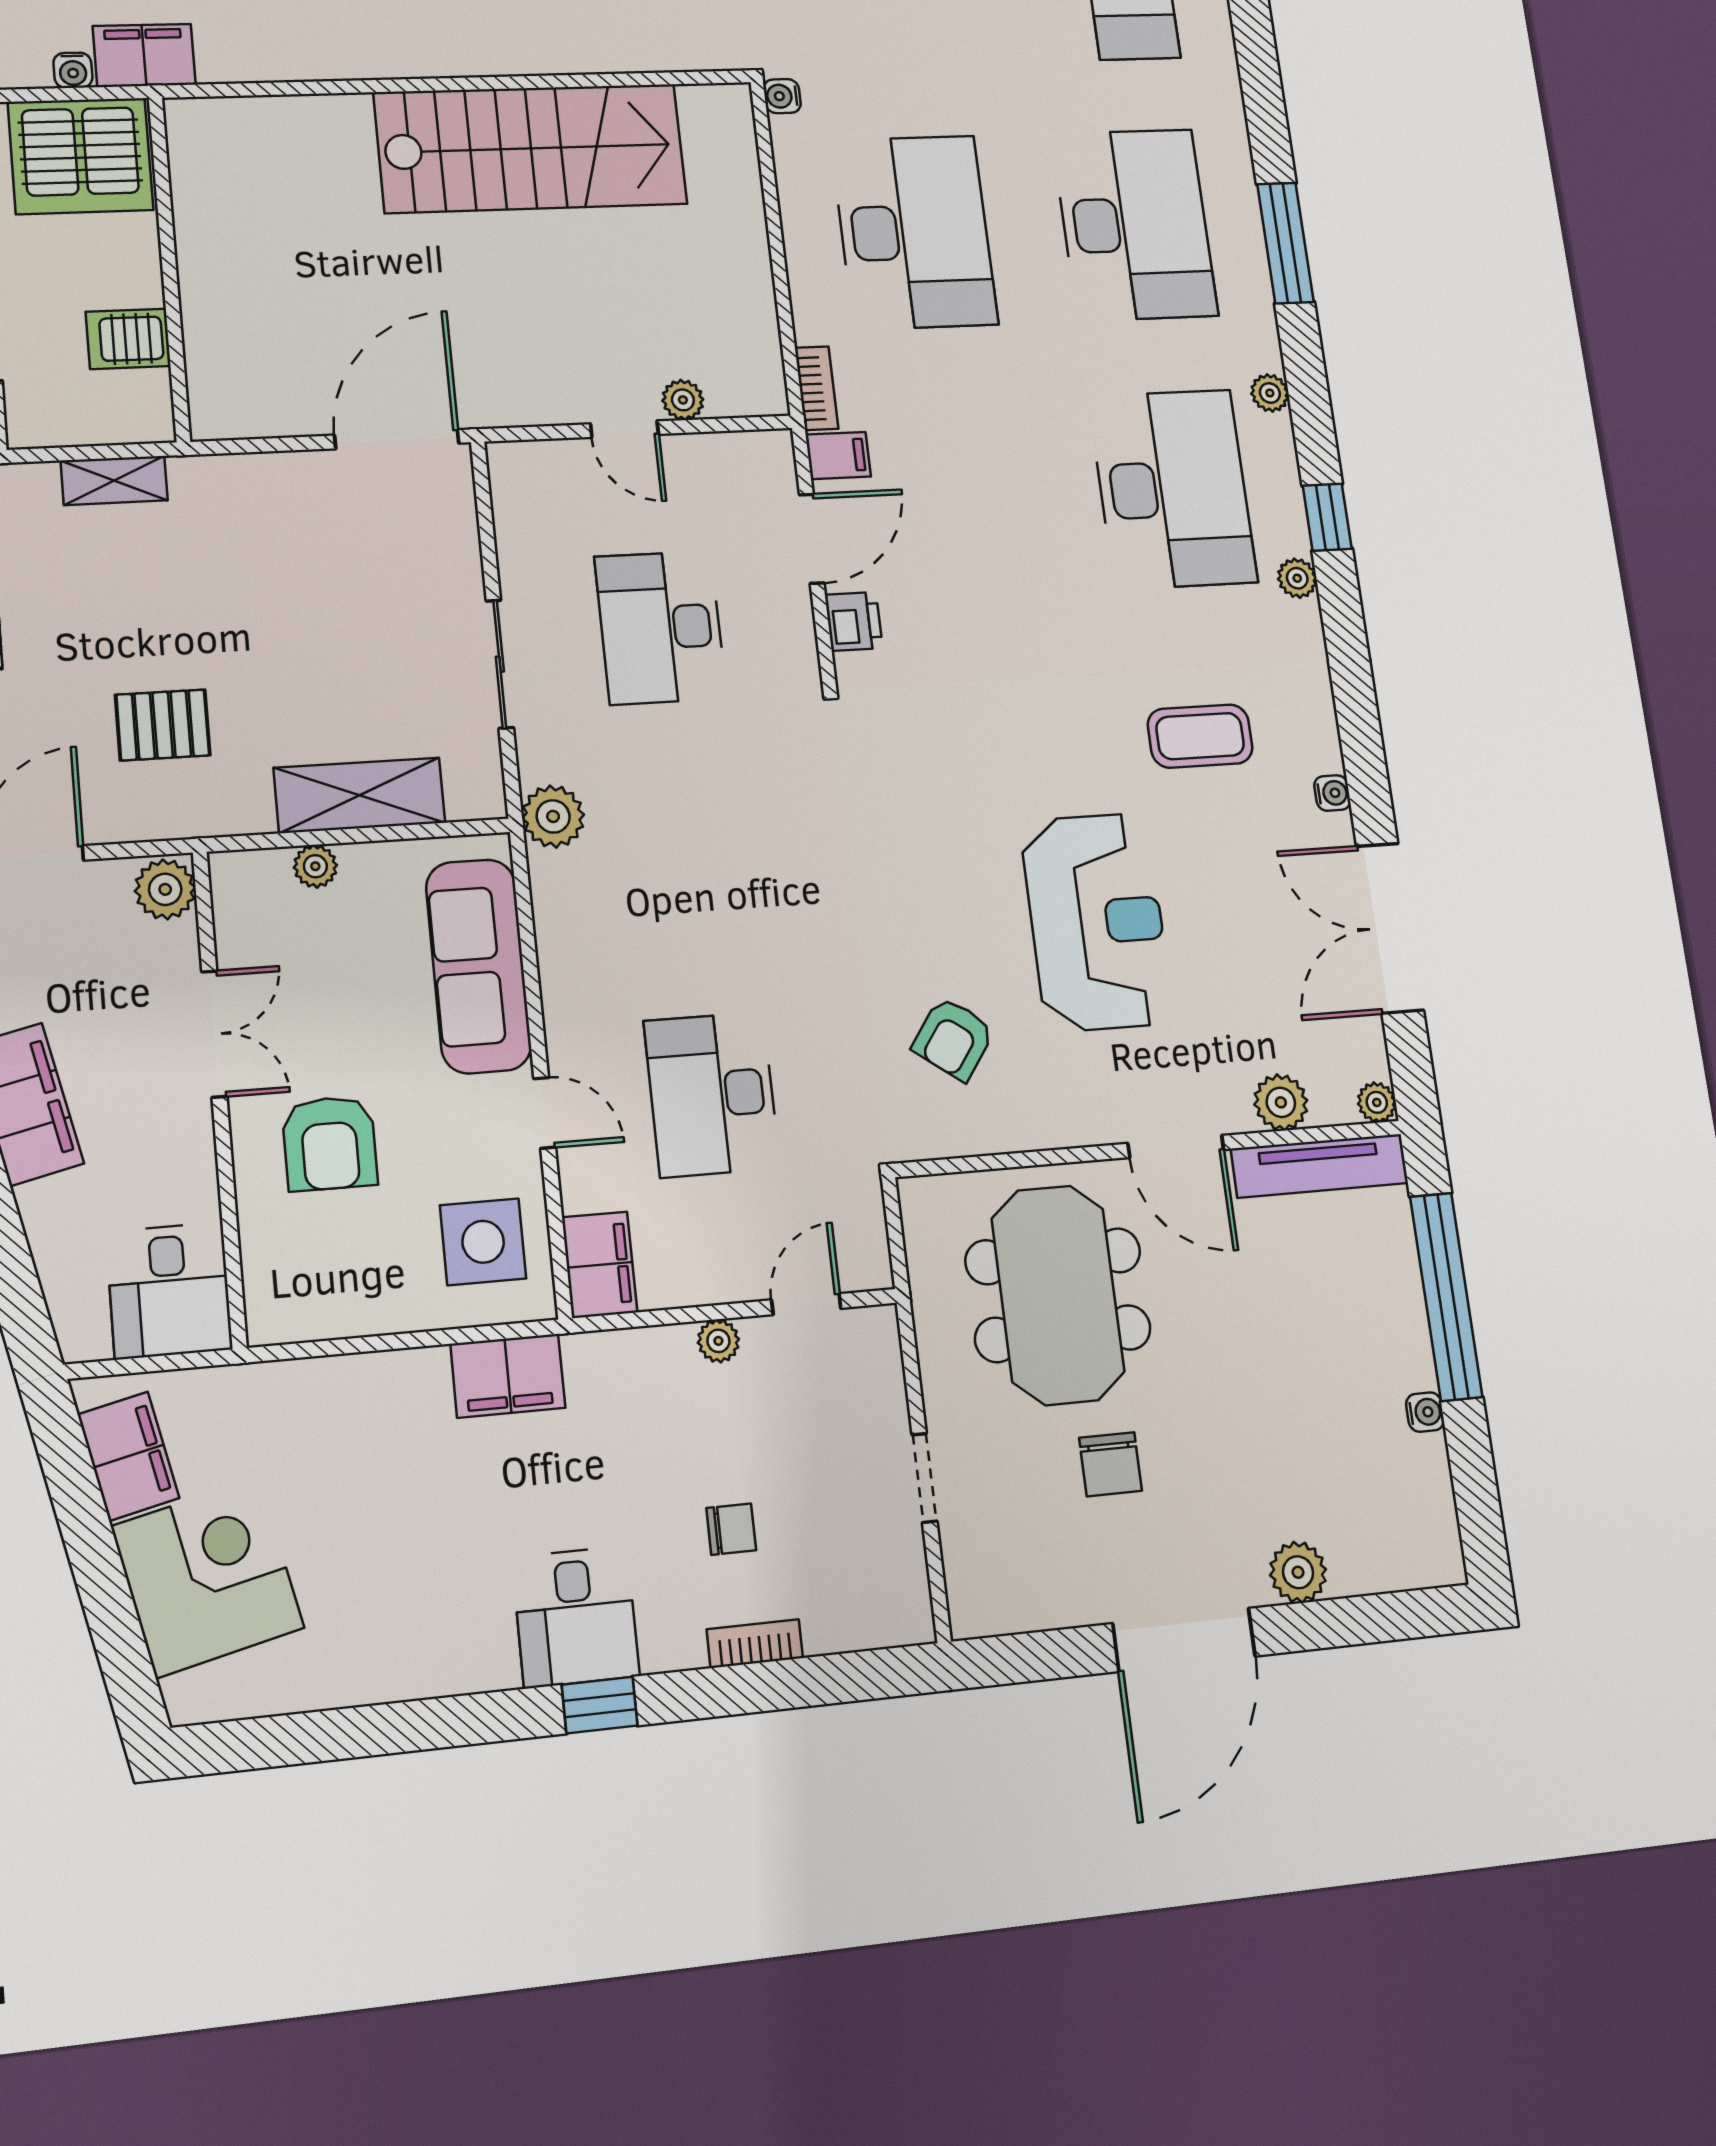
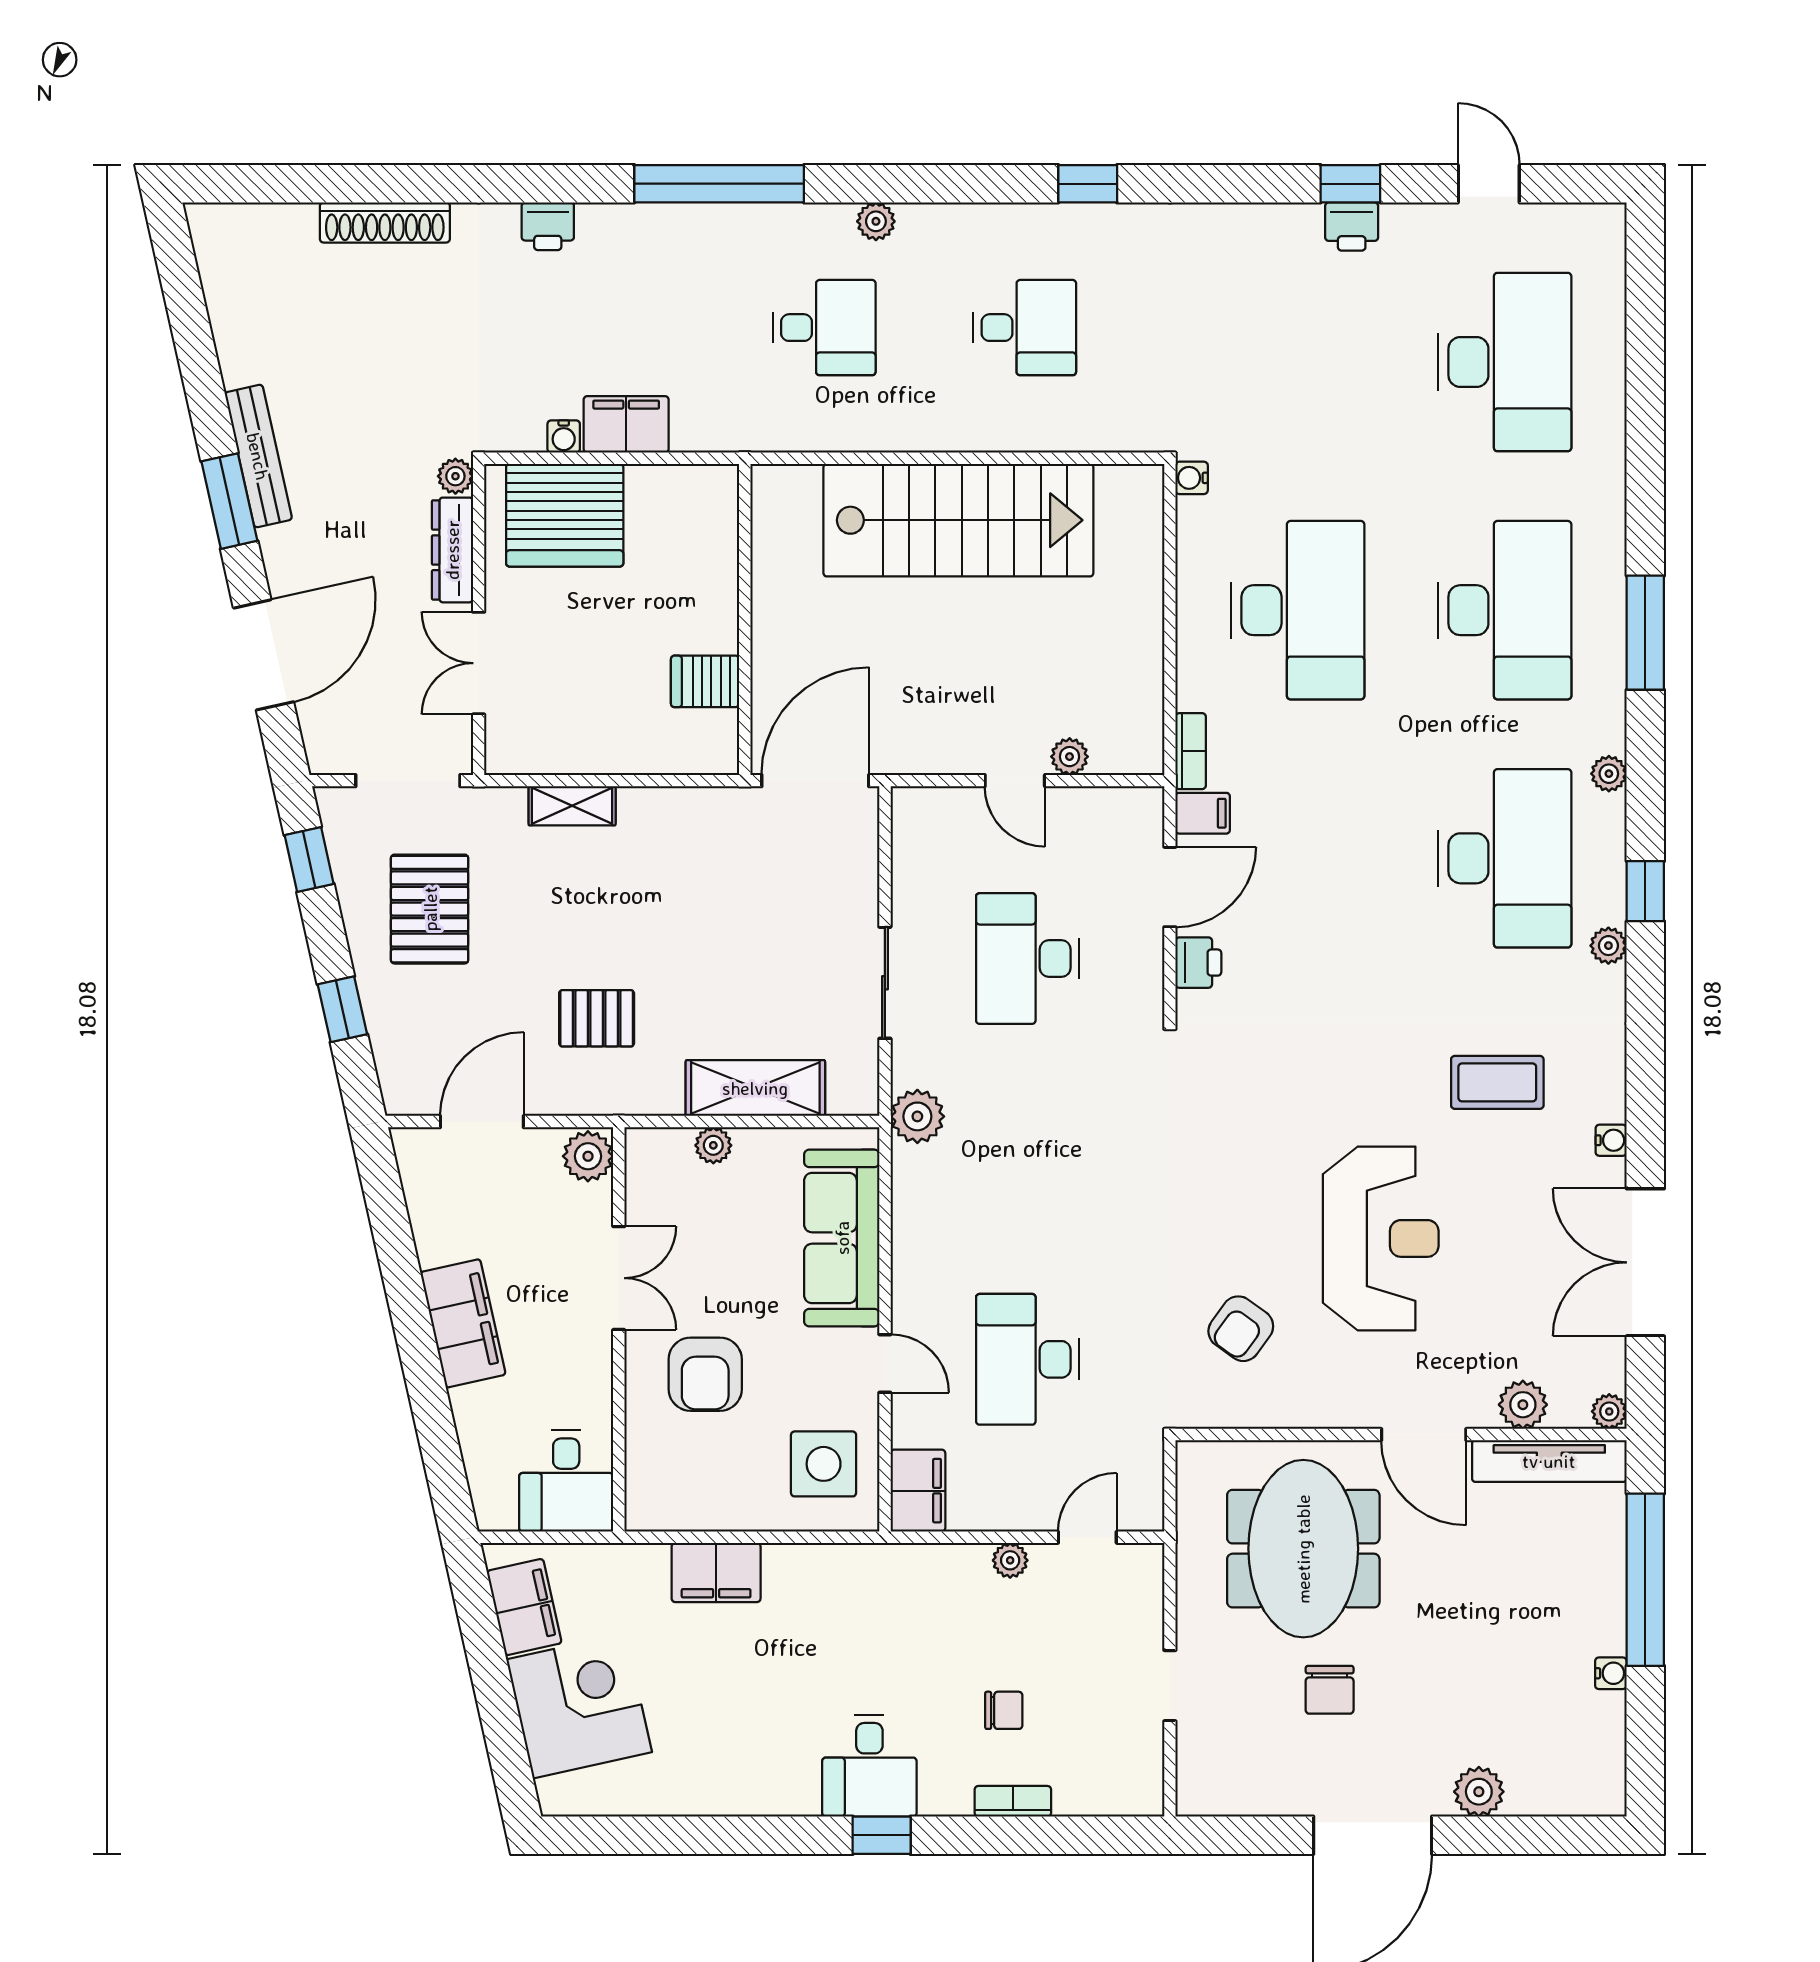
wall: (169, 268) -> (745, 619), moved
server rack: (128, 339) -> (705, 681), moved
filing cabinet: (508, 1376) -> (716, 1572), moved

